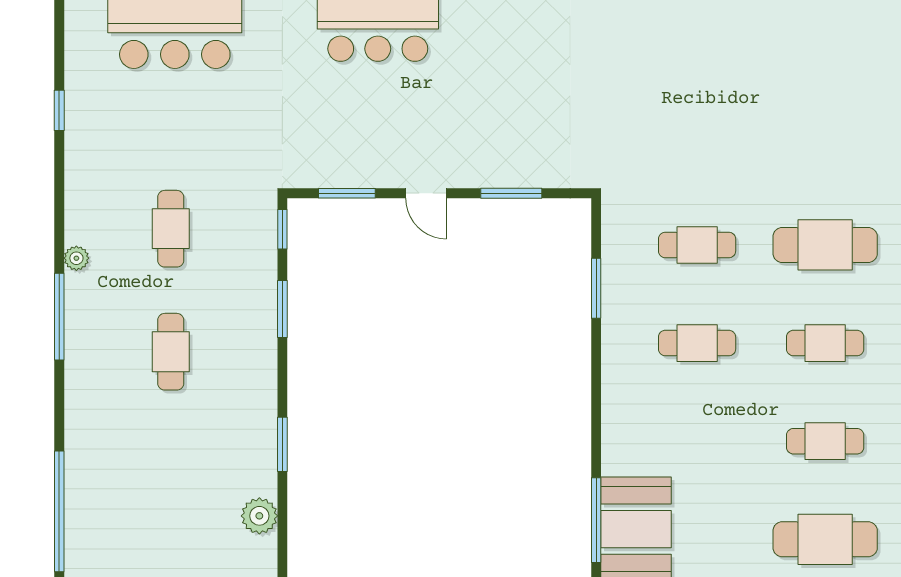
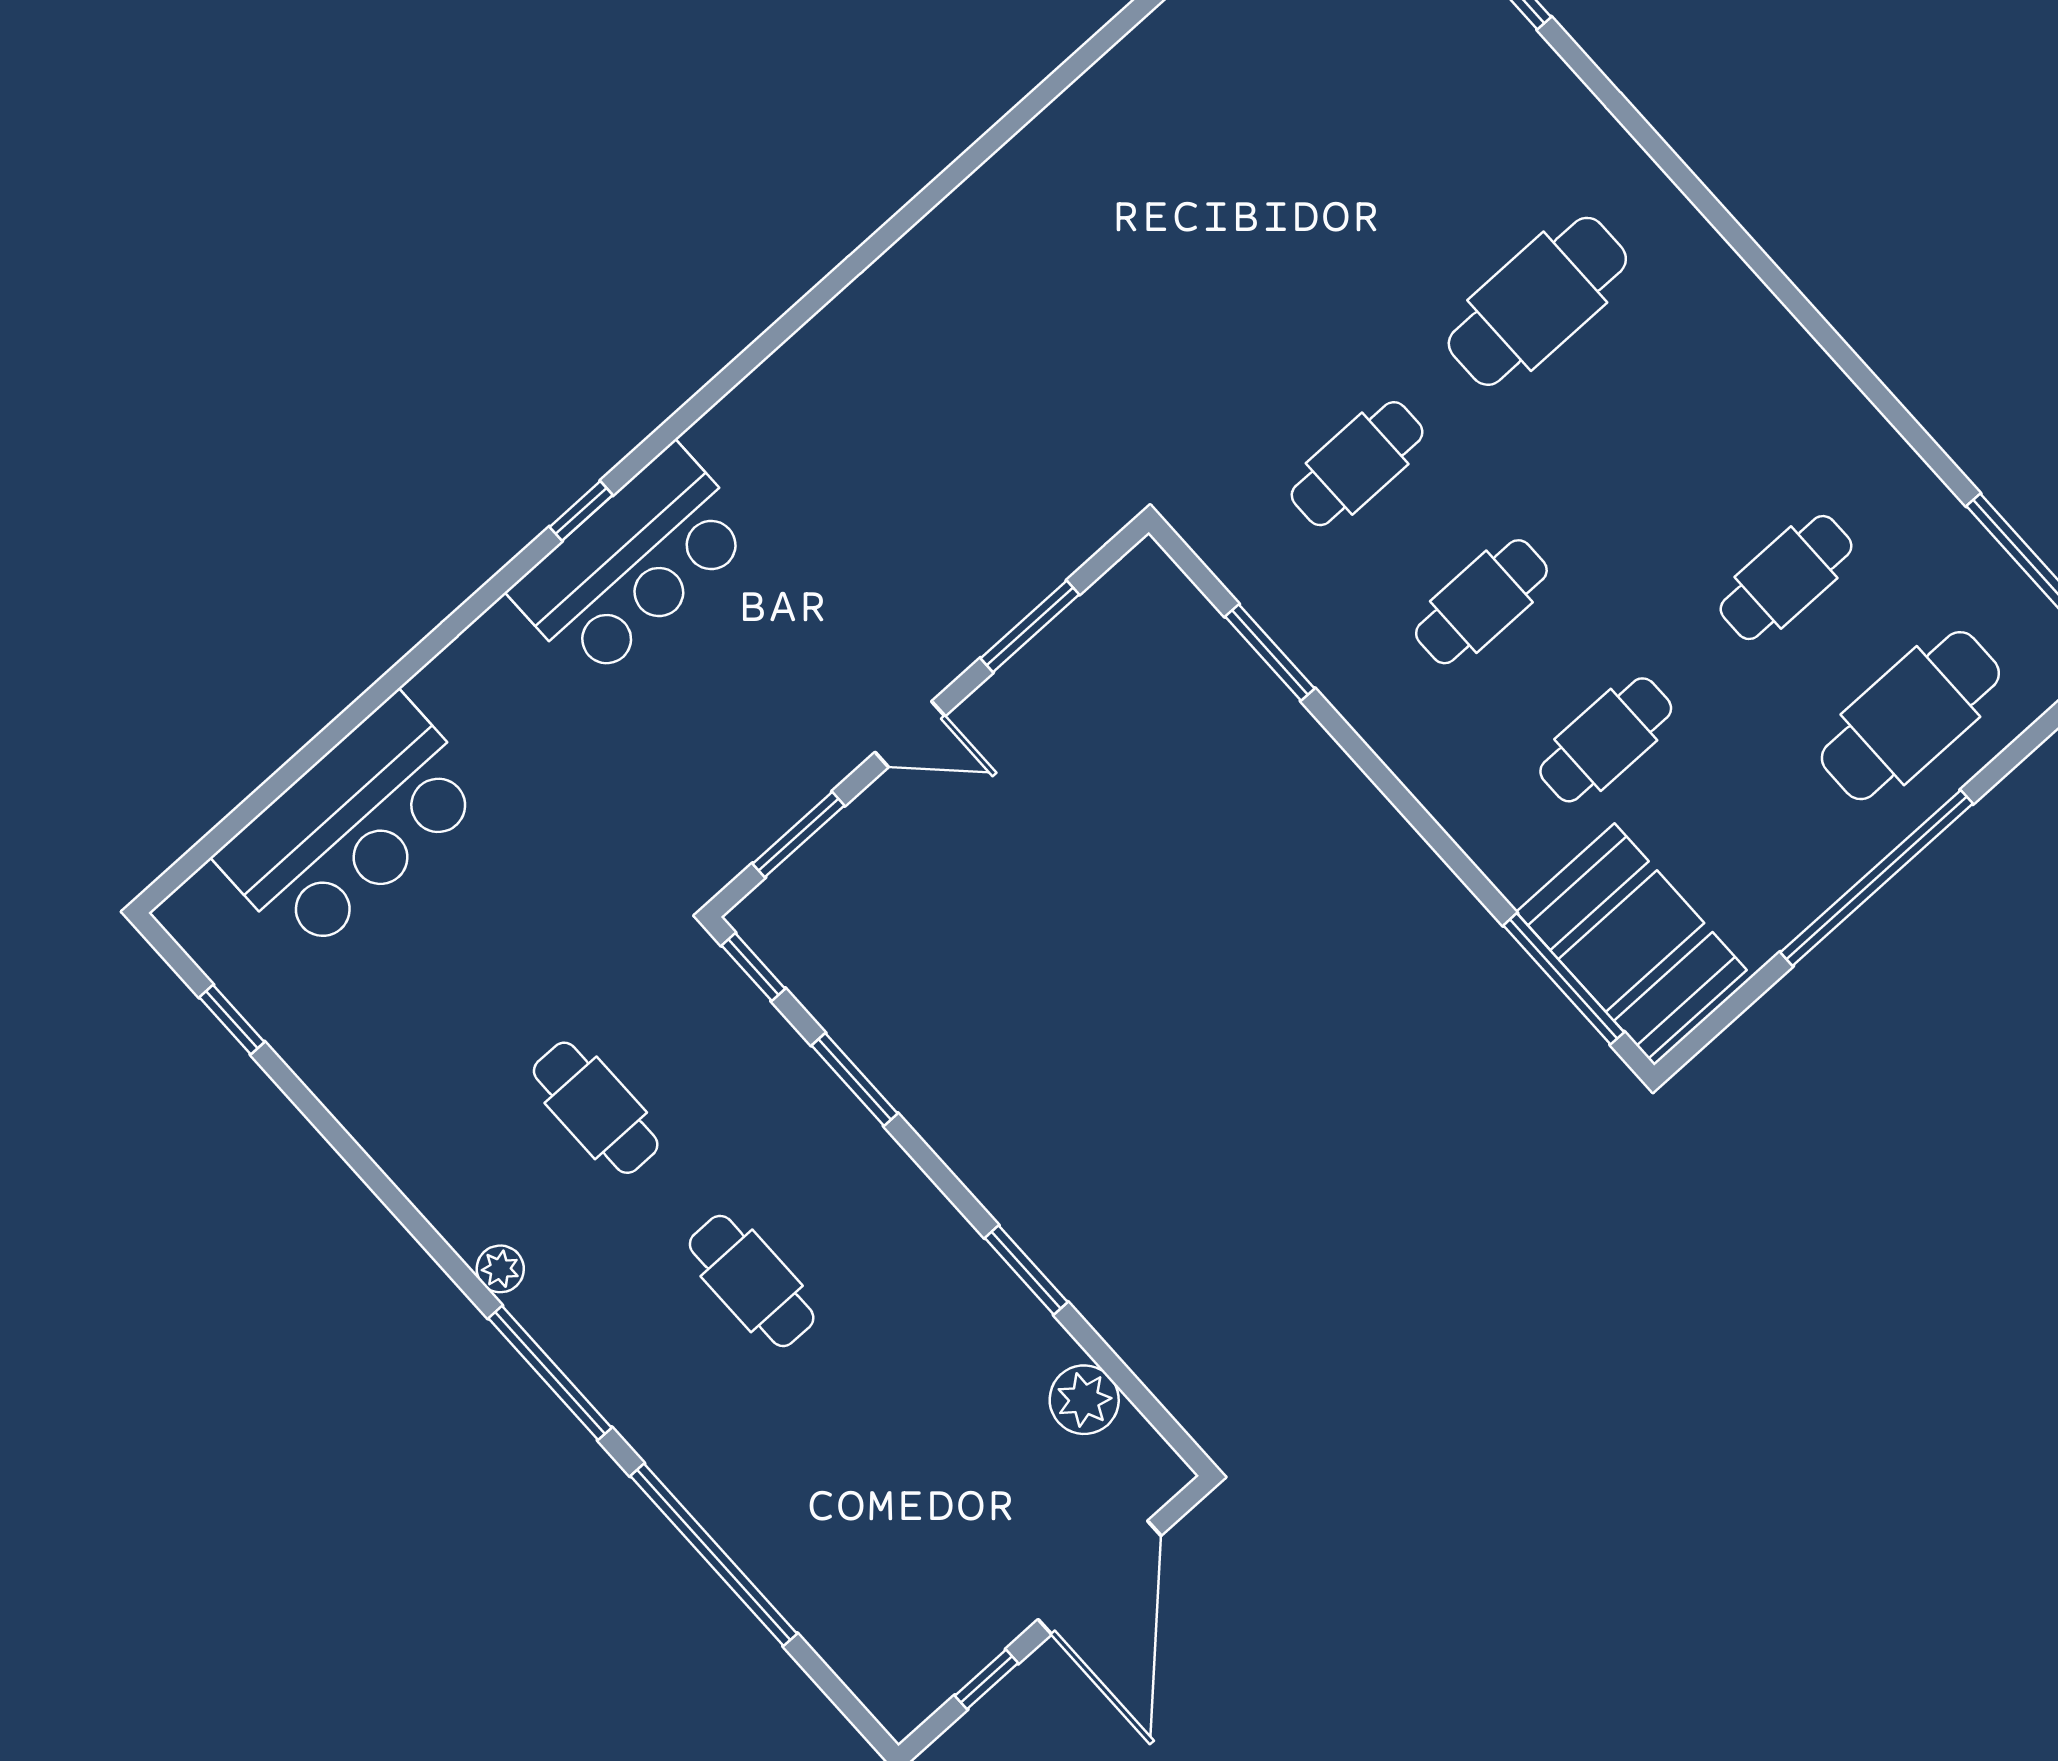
window: (59, 110) -> (232, 1020), moved
cafe table: (825, 343) -> (1606, 740), moved
window: (59, 511) -> (714, 1555), moved

